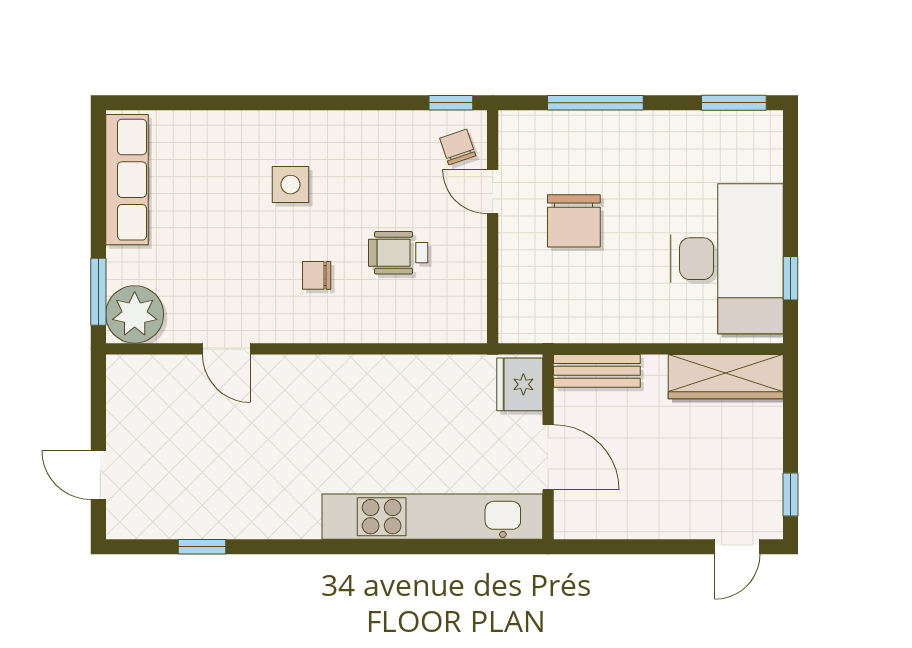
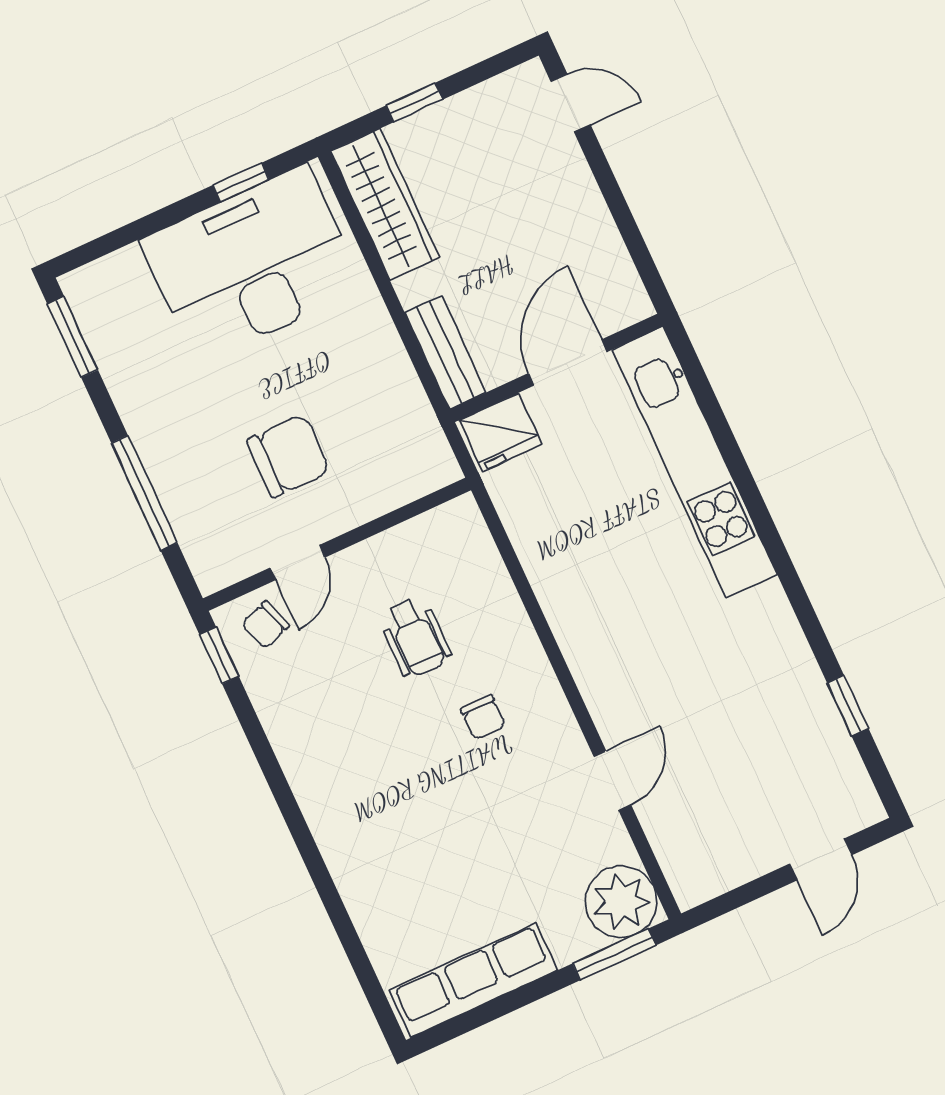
side table: (290, 185) -> (394, 794), removed
window: (791, 494) -> (414, 102), moved

